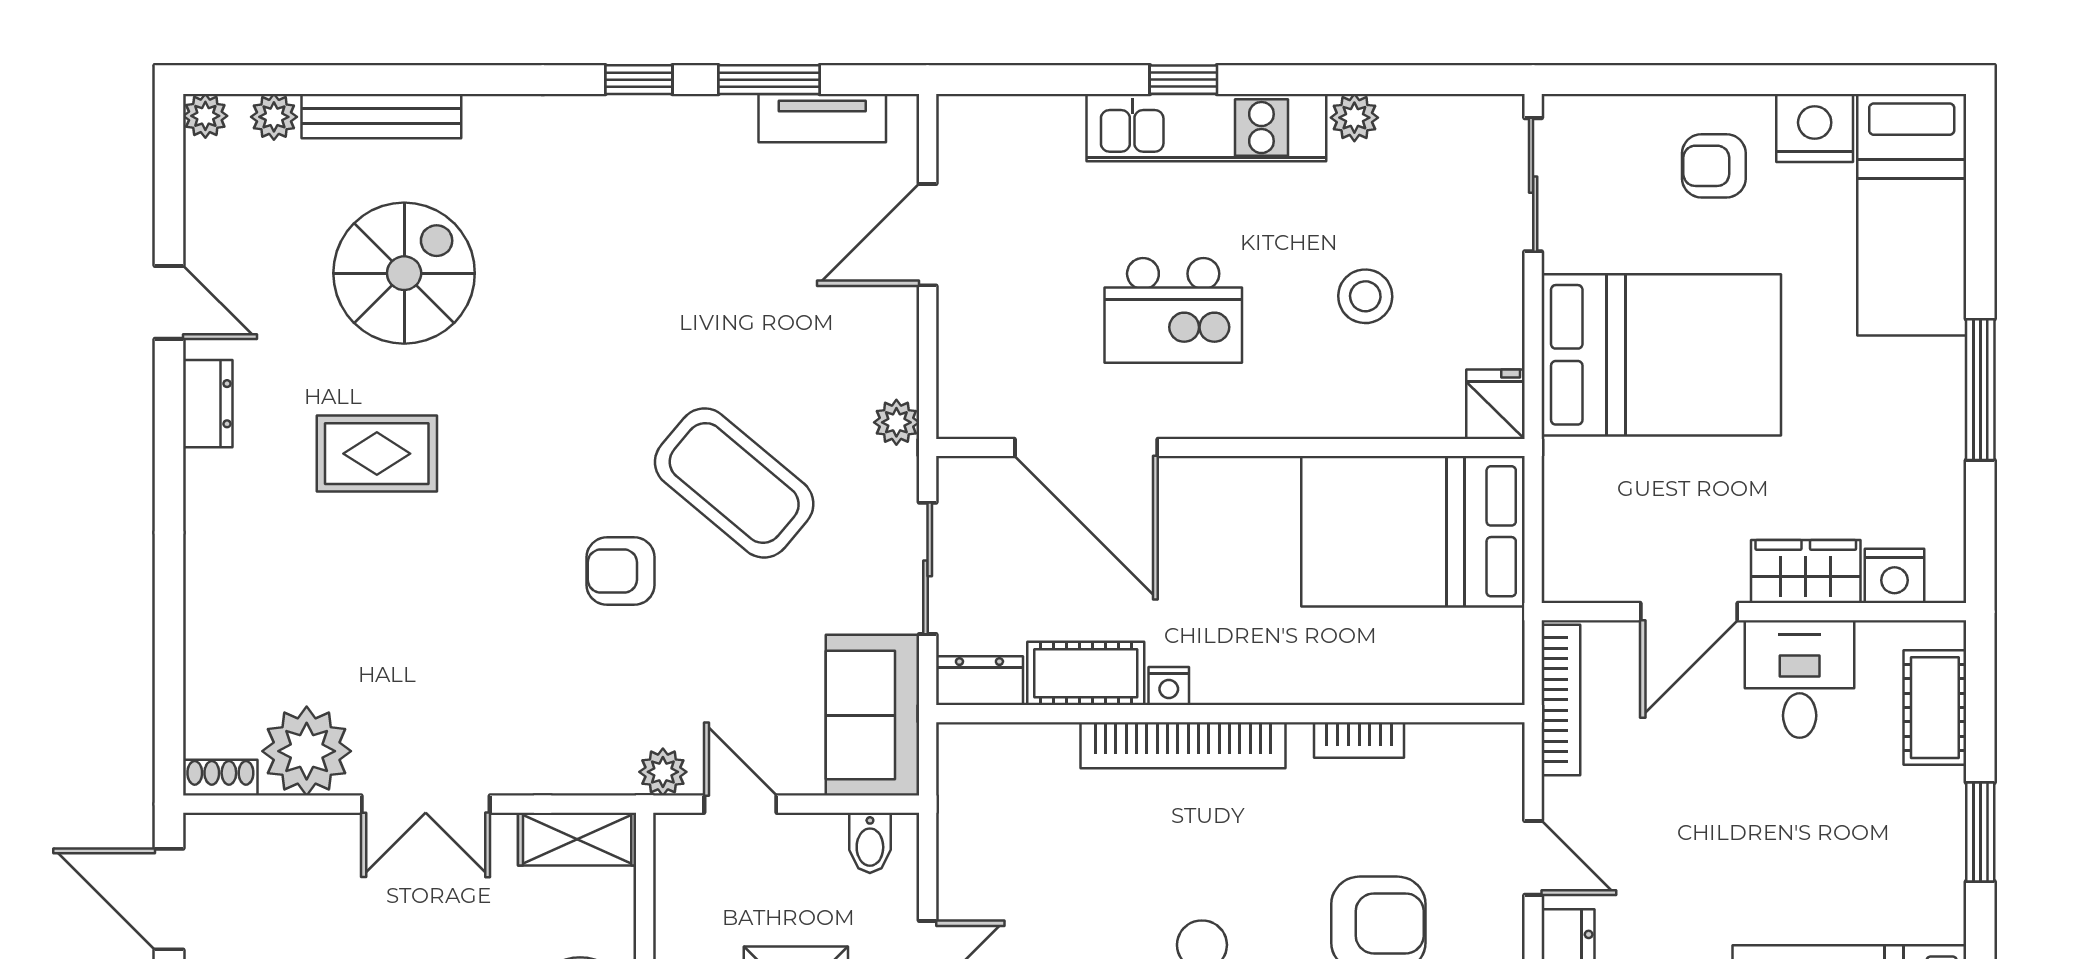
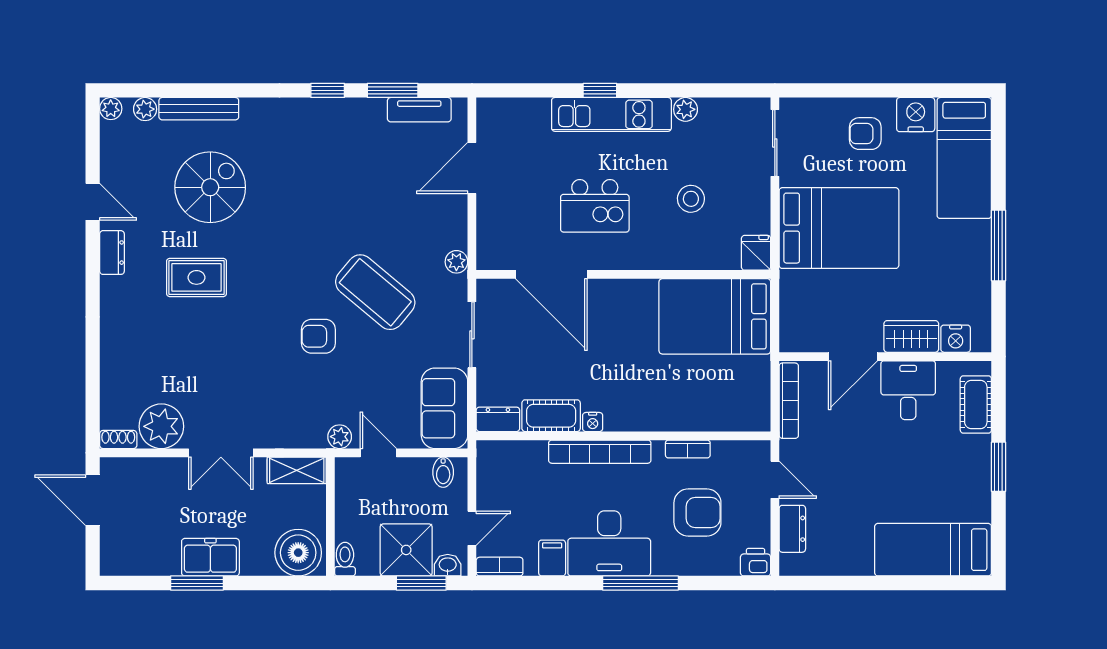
cot: (1086, 673) -> (551, 416), moved
dresser: (979, 681) -> (498, 419), moved
nightstand: (1169, 686) -> (593, 422), moved
wall: (1230, 714) -> (623, 436), moved
bookcase: (1359, 740) -> (688, 449), moved
bookcase: (1183, 745) -> (600, 452), moved

